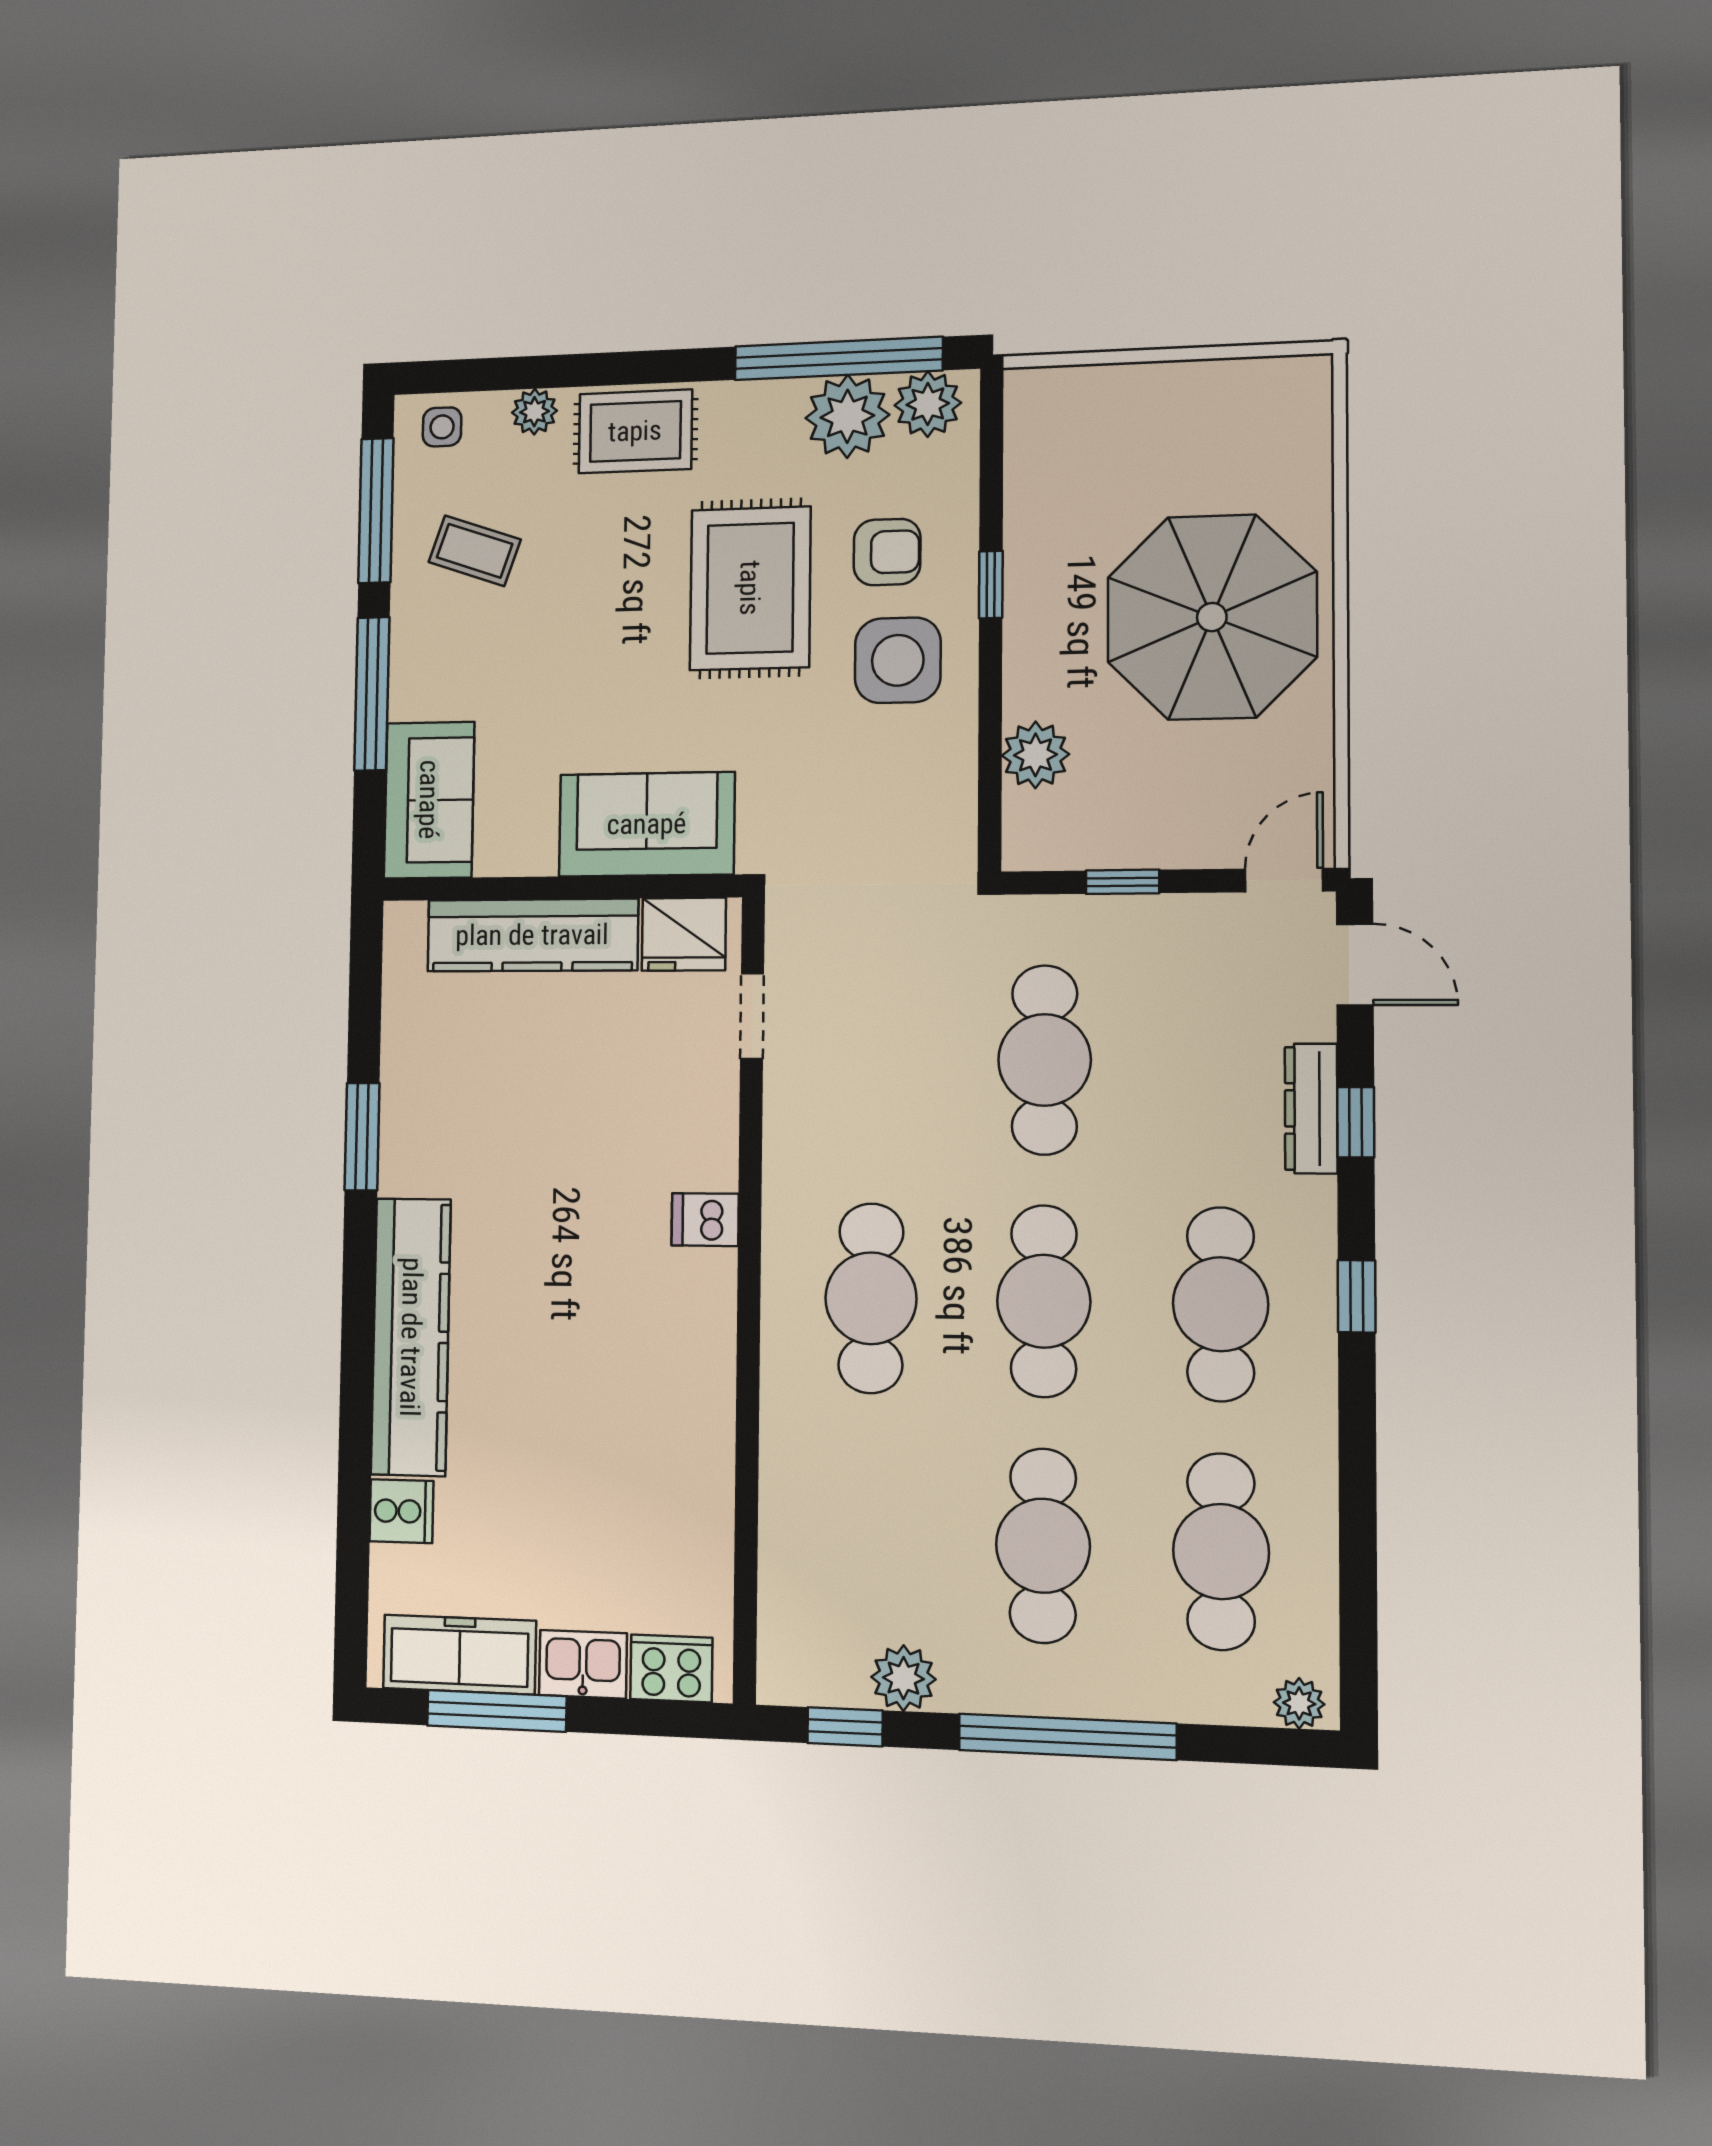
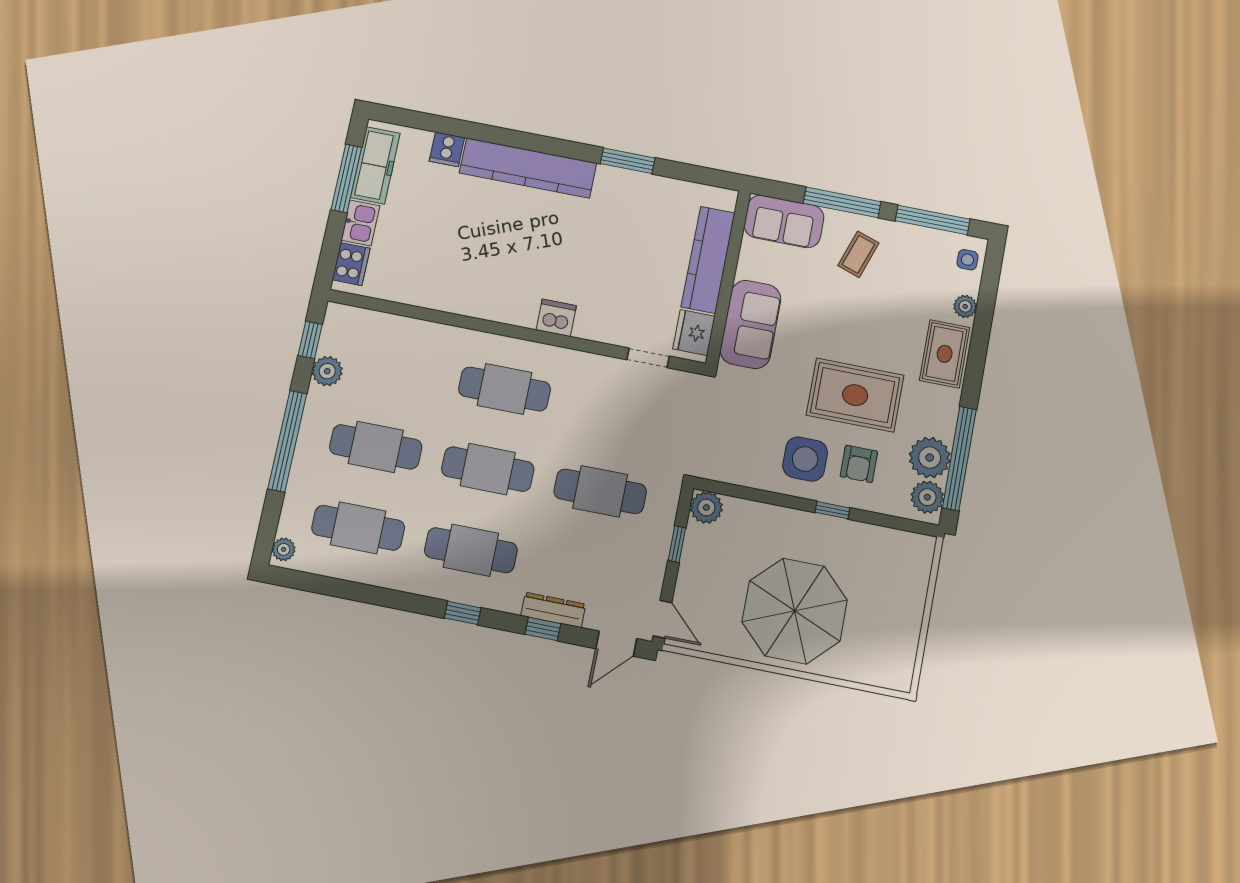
coffee table: (475, 551) -> (858, 254), moved
plant: (1035, 755) -> (706, 507), moved
dishwasher: (705, 1220) -> (556, 318), width x1.38

